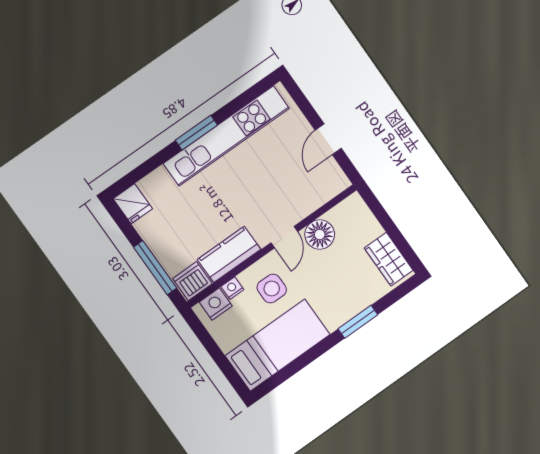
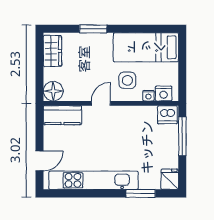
window: (196, 133) -> (141, 193), moved
door: (328, 139) -> (40, 161), moved
floor lamp: (320, 234) -> (53, 91), moved
kitchen counter: (229, 254) -> (62, 115), moved

